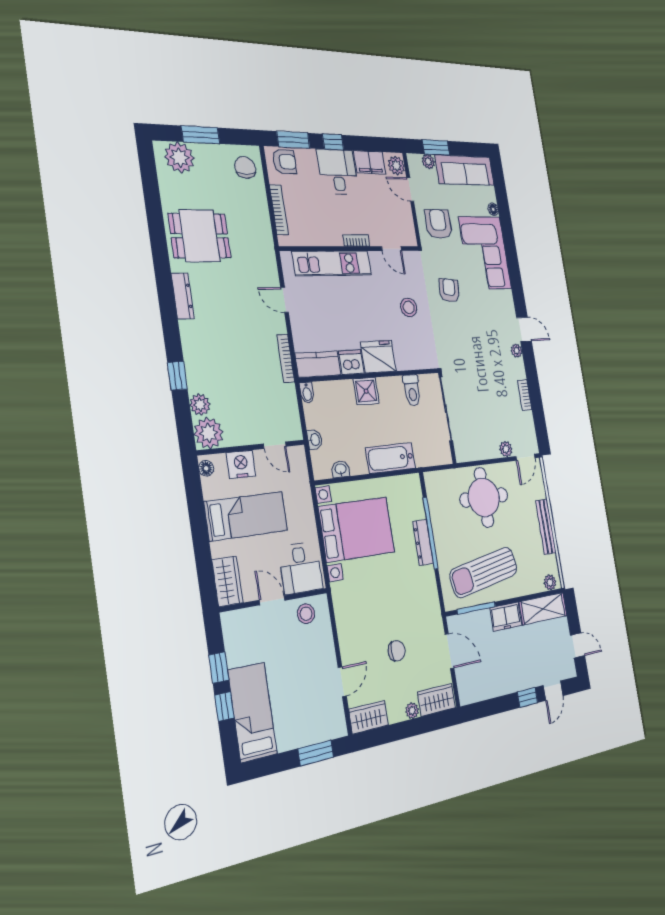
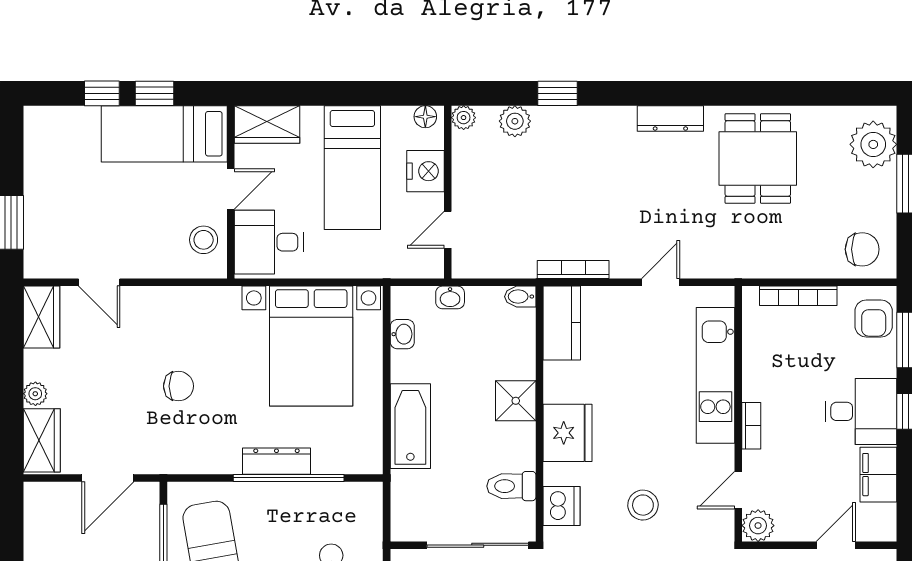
plant: (396, 166) -> (758, 526), moved
dishwasher: (351, 362) -> (562, 506), moved
plant: (209, 433) -> (464, 118), width x0.53, depth x0.53
chair: (397, 651) -> (178, 386), moved, turned -90
bed: (252, 712) -> (164, 134), moved, turned 180

